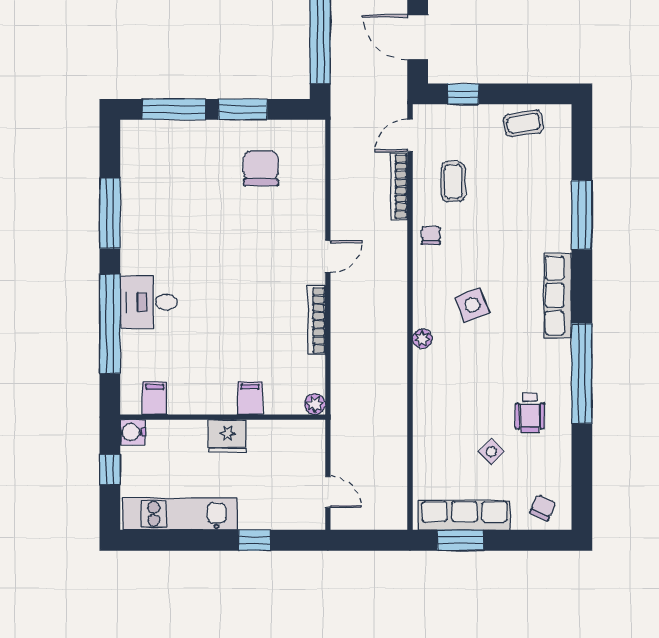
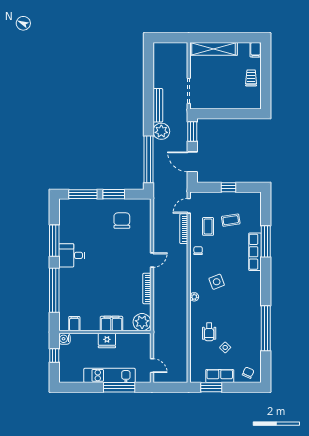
window: (463, 94) -> (228, 187), moved
coffee table: (524, 123) -> (231, 220), moved
row of seats: (558, 296) -> (255, 252), moved
desk: (149, 302) -> (72, 255), moved
window: (582, 373) -> (266, 328), moved
filing cabinet: (250, 398) -> (111, 324), width x2.00
plant: (315, 404) -> (142, 322), width x1.88, depth x1.88
wheelchair: (530, 413) -> (209, 332), moved
kitchen unit: (180, 514) -> (110, 375), moved
row of seats: (464, 515) -> (220, 376), width x0.68
window: (255, 540) -> (119, 387), width x2.17

